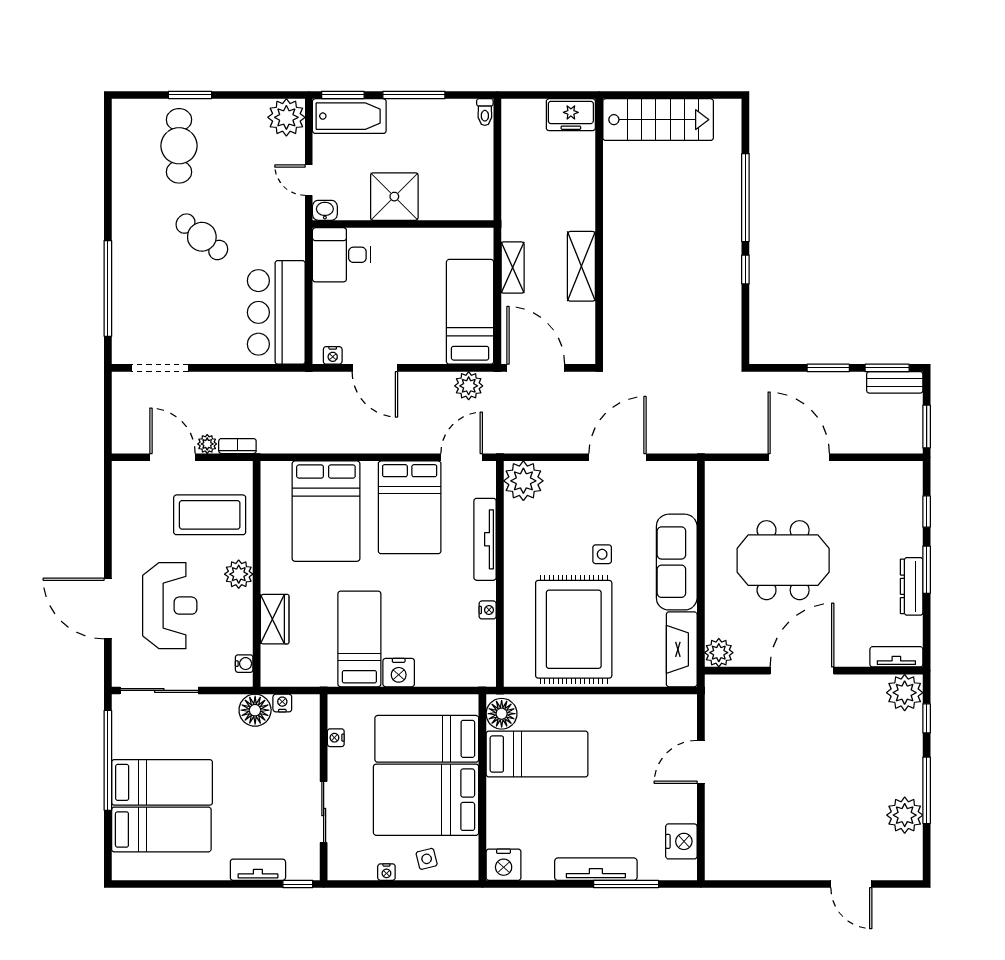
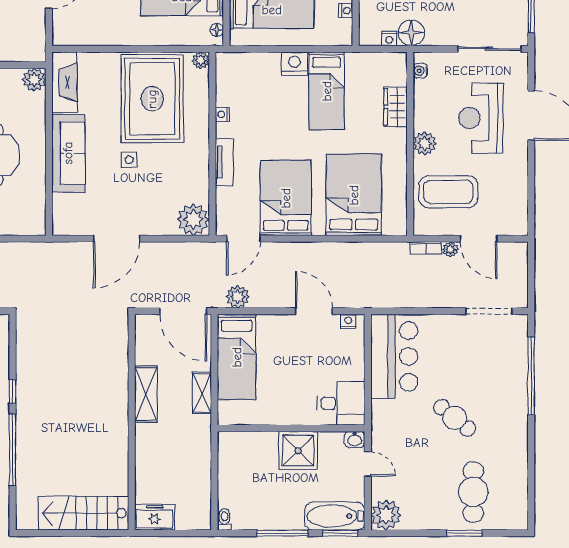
tv unit: (485, 539) -> (224, 162), width x0.71
plant: (514, 676) -> (201, 60), added
floor lamp: (502, 714) -> (217, 30), width x0.53, depth x0.53

